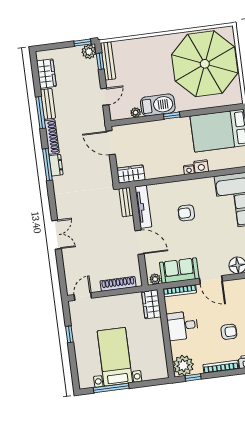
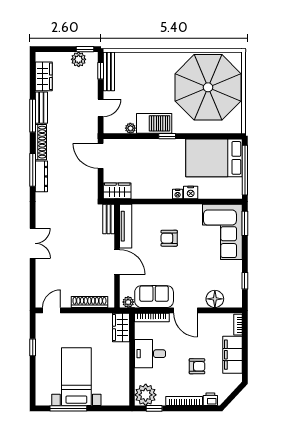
plant: (89, 52) -> (79, 59), moved
dresser: (56, 165) -> (41, 176), width x1.44

